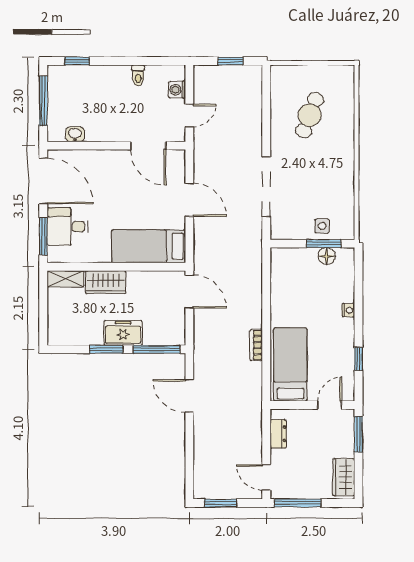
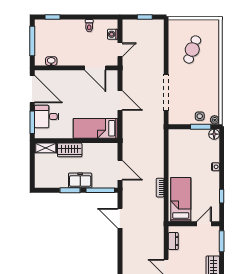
plant: (347, 232) -> (215, 120), added
floor lamp: (327, 256) -> (214, 134), moved
door: (189, 292) -> (120, 170), moved

